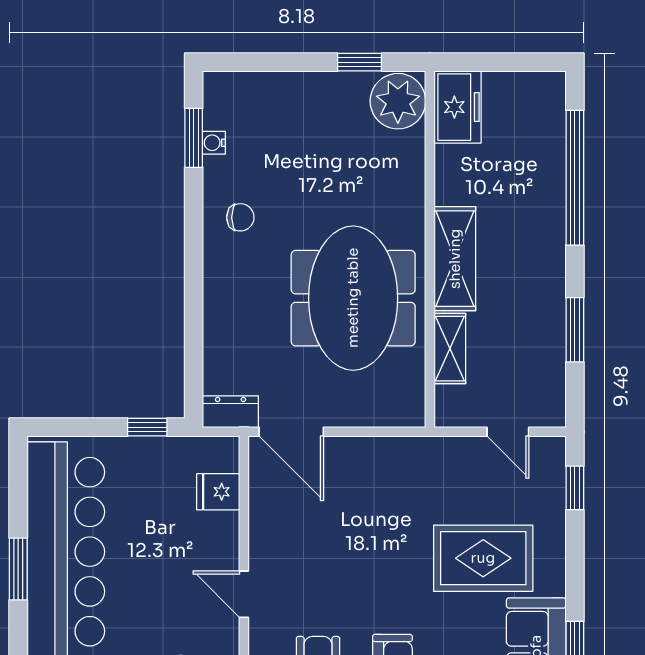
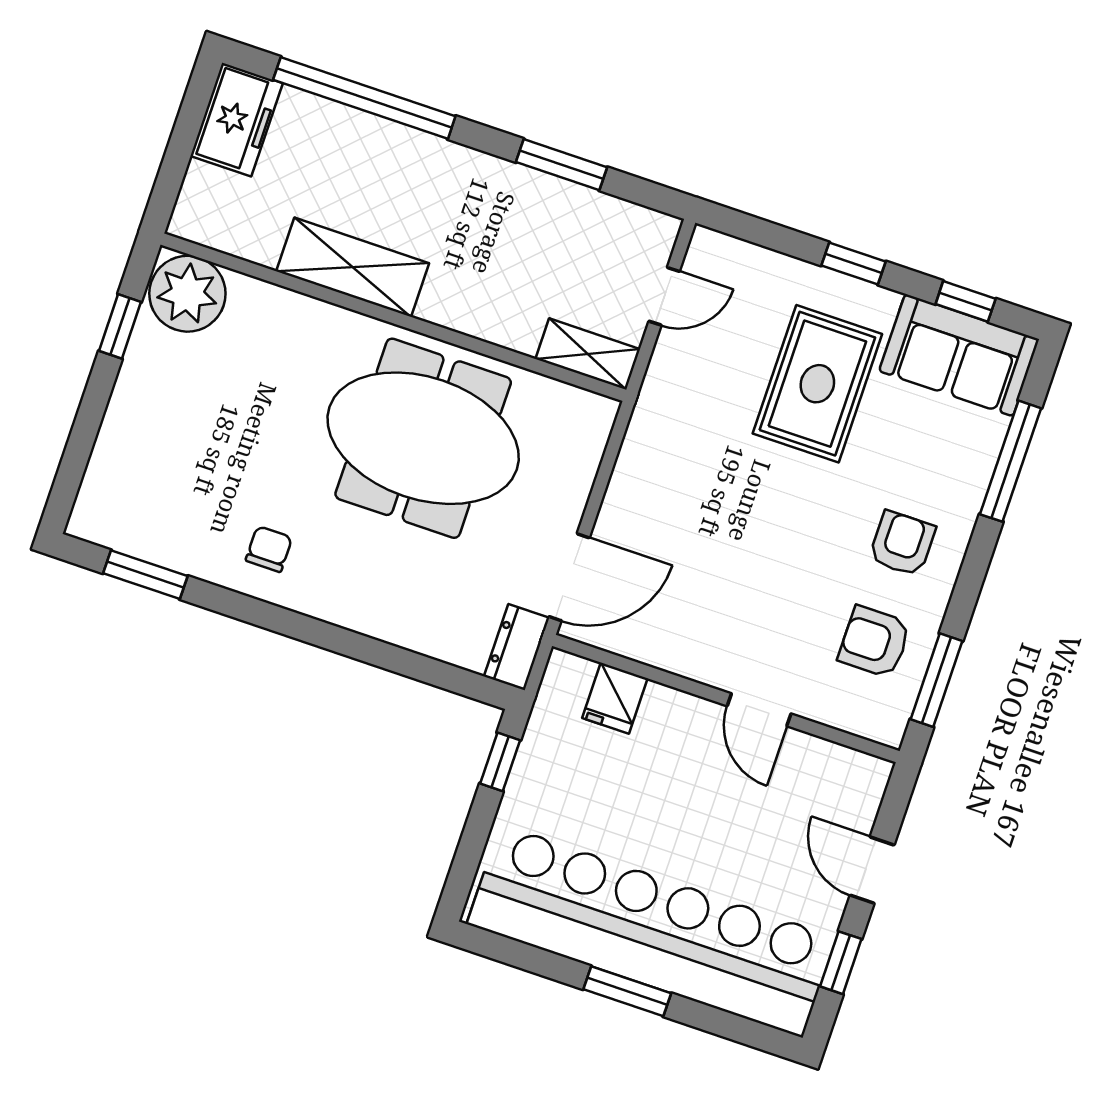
freezer: (458, 107) -> (237, 120), moved, turned 90
water cooler: (214, 143) -> (161, 550), removed
shelving: (455, 259) -> (353, 267), moved
shelving: (450, 349) -> (588, 354), moved
window: (575, 488) -> (854, 264), moved
door: (244, 594) -> (759, 710), hinge flipped

